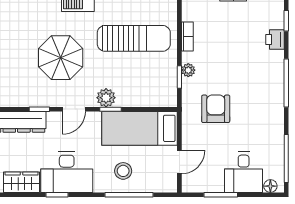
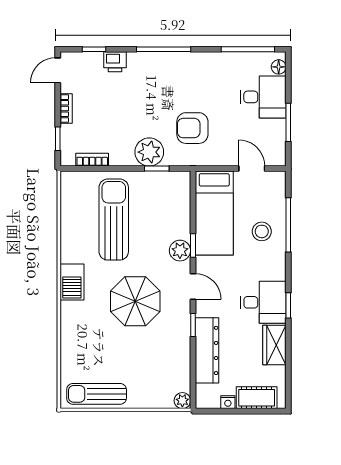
bookcase: (187, 37) -> (92, 160), moved
plant: (188, 70) -> (149, 152), width x1.87, depth x1.87
desk: (67, 172) -> (263, 302), width x0.73

